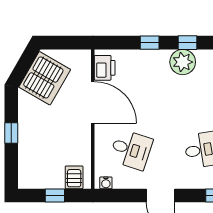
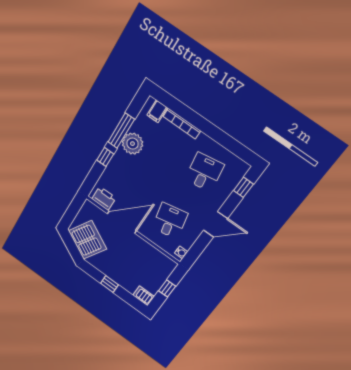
window: (187, 43) -> (121, 131), width x2.17
desk: (131, 150) -> (170, 221), turned -30
server rack: (74, 177) -> (144, 296), moved

